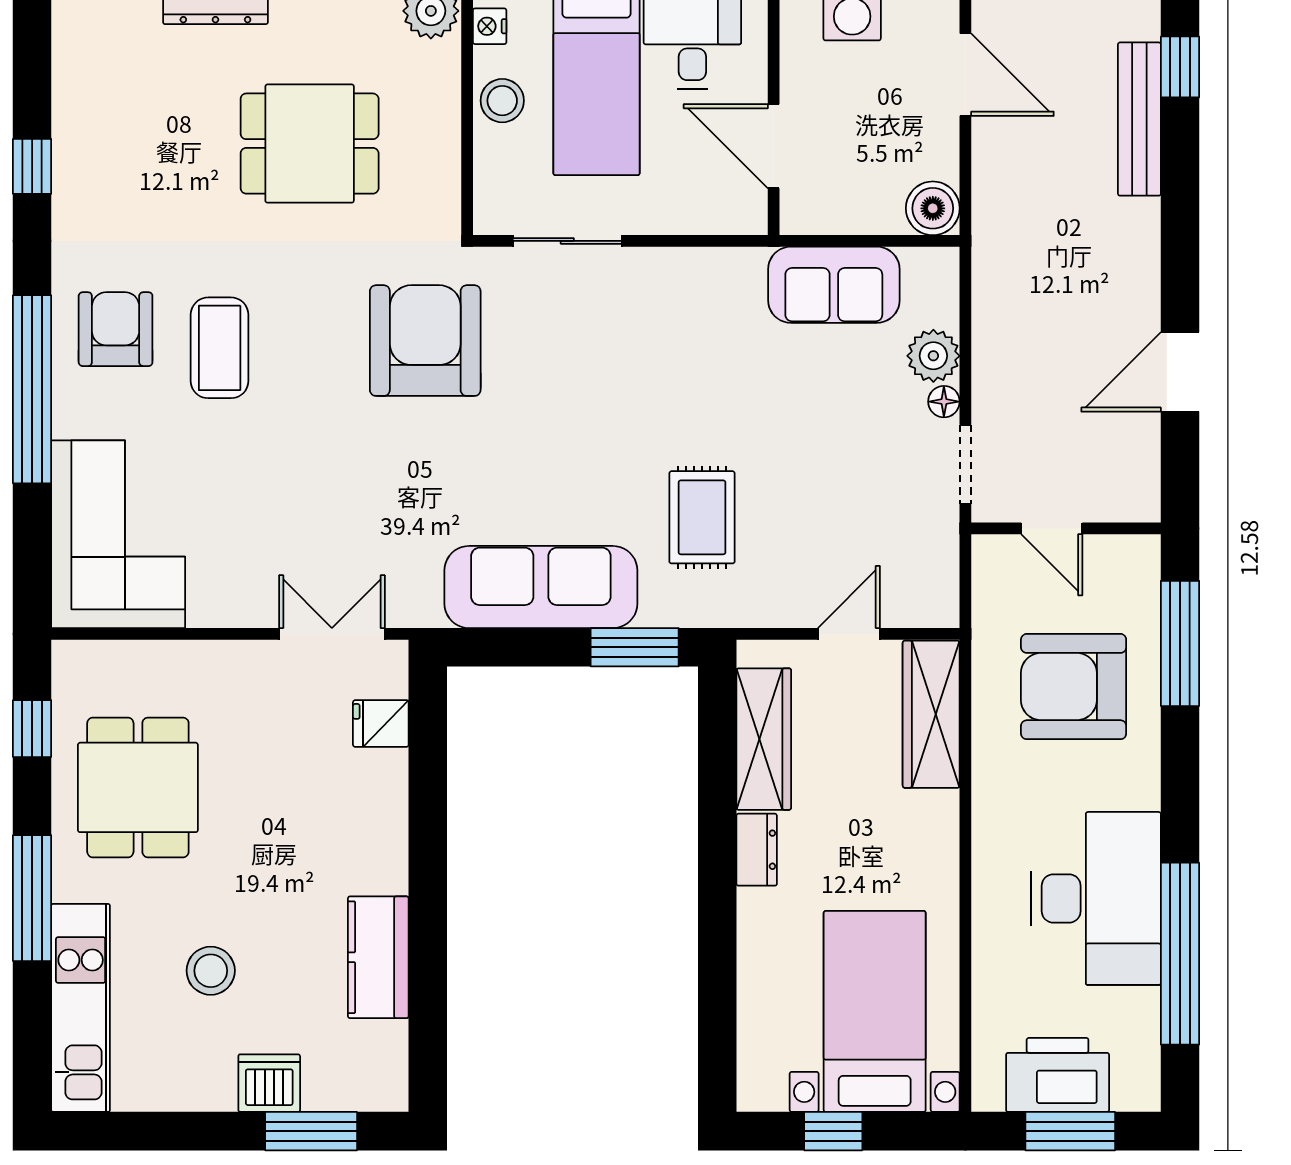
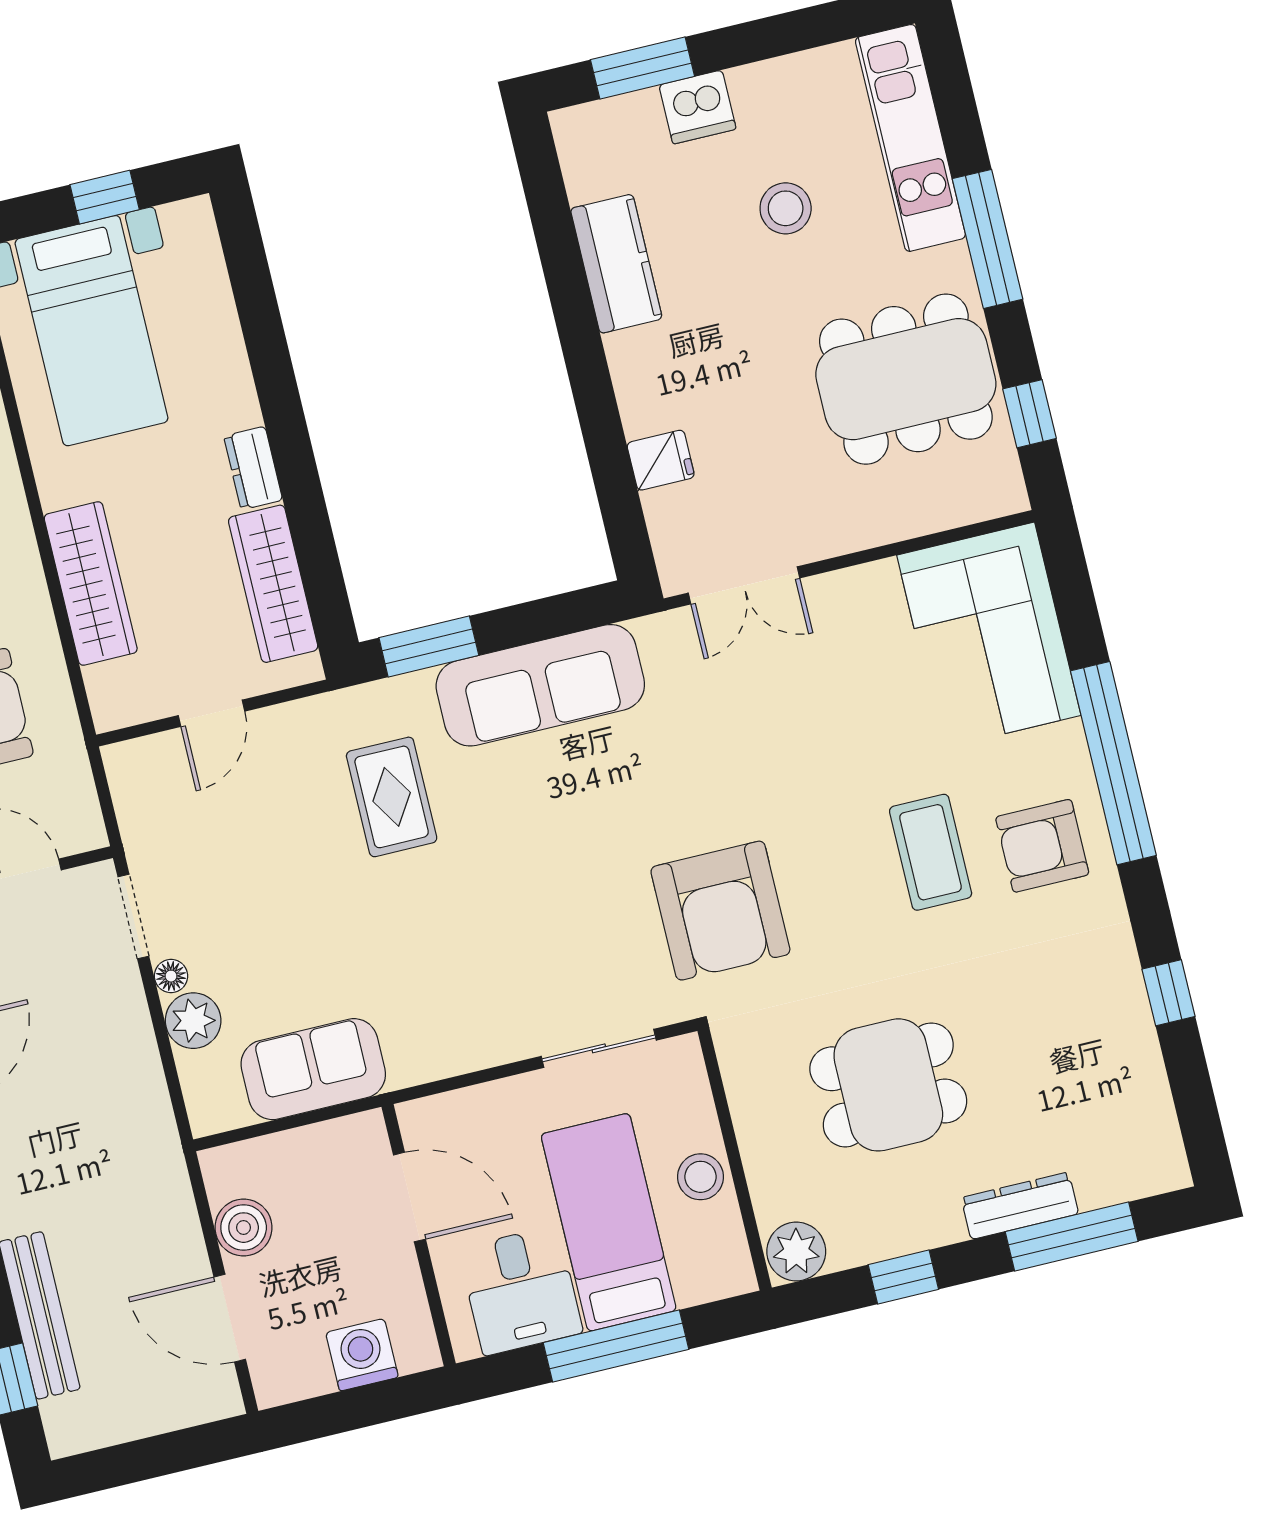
nightstand: (490, 26) -> (732, 1250), removed
boiler: (933, 208) -> (244, 1228), moved
armchair: (116, 329) -> (1042, 846), turned 90
wardrobe: (931, 714) -> (91, 583), moved
fridge: (381, 724) -> (661, 460), moved
dining table: (138, 787) -> (906, 379), width x1.38

